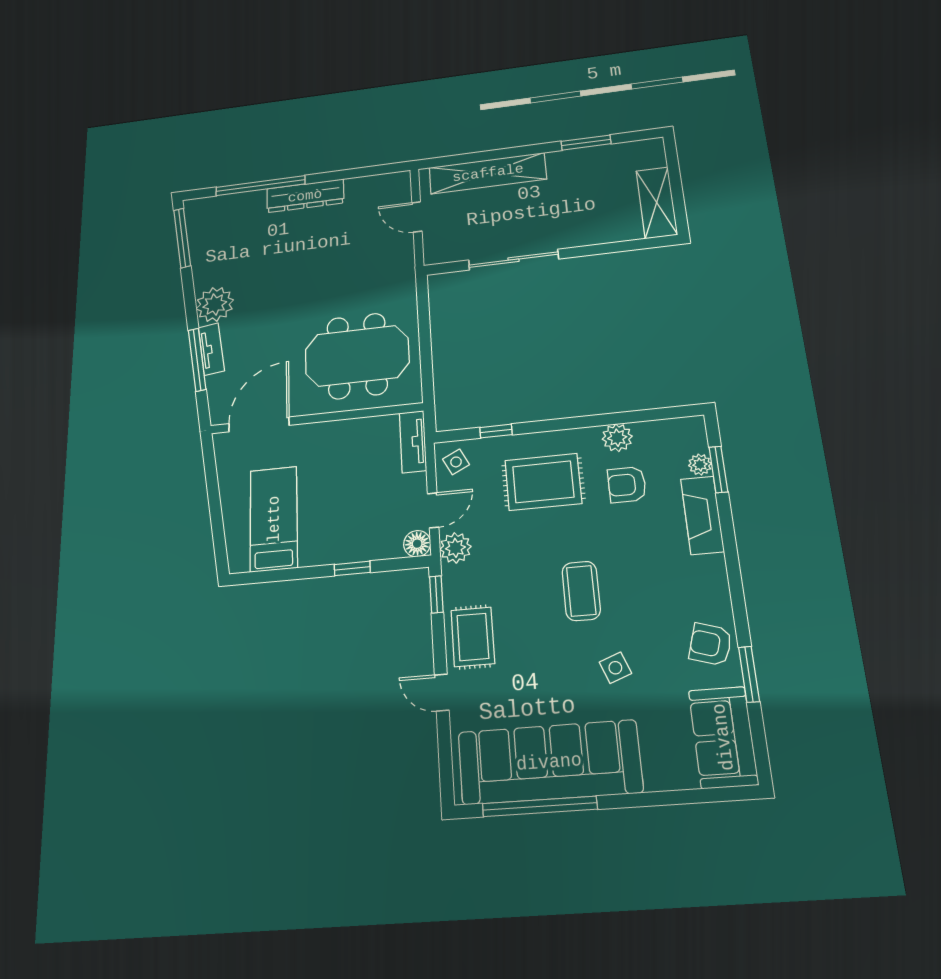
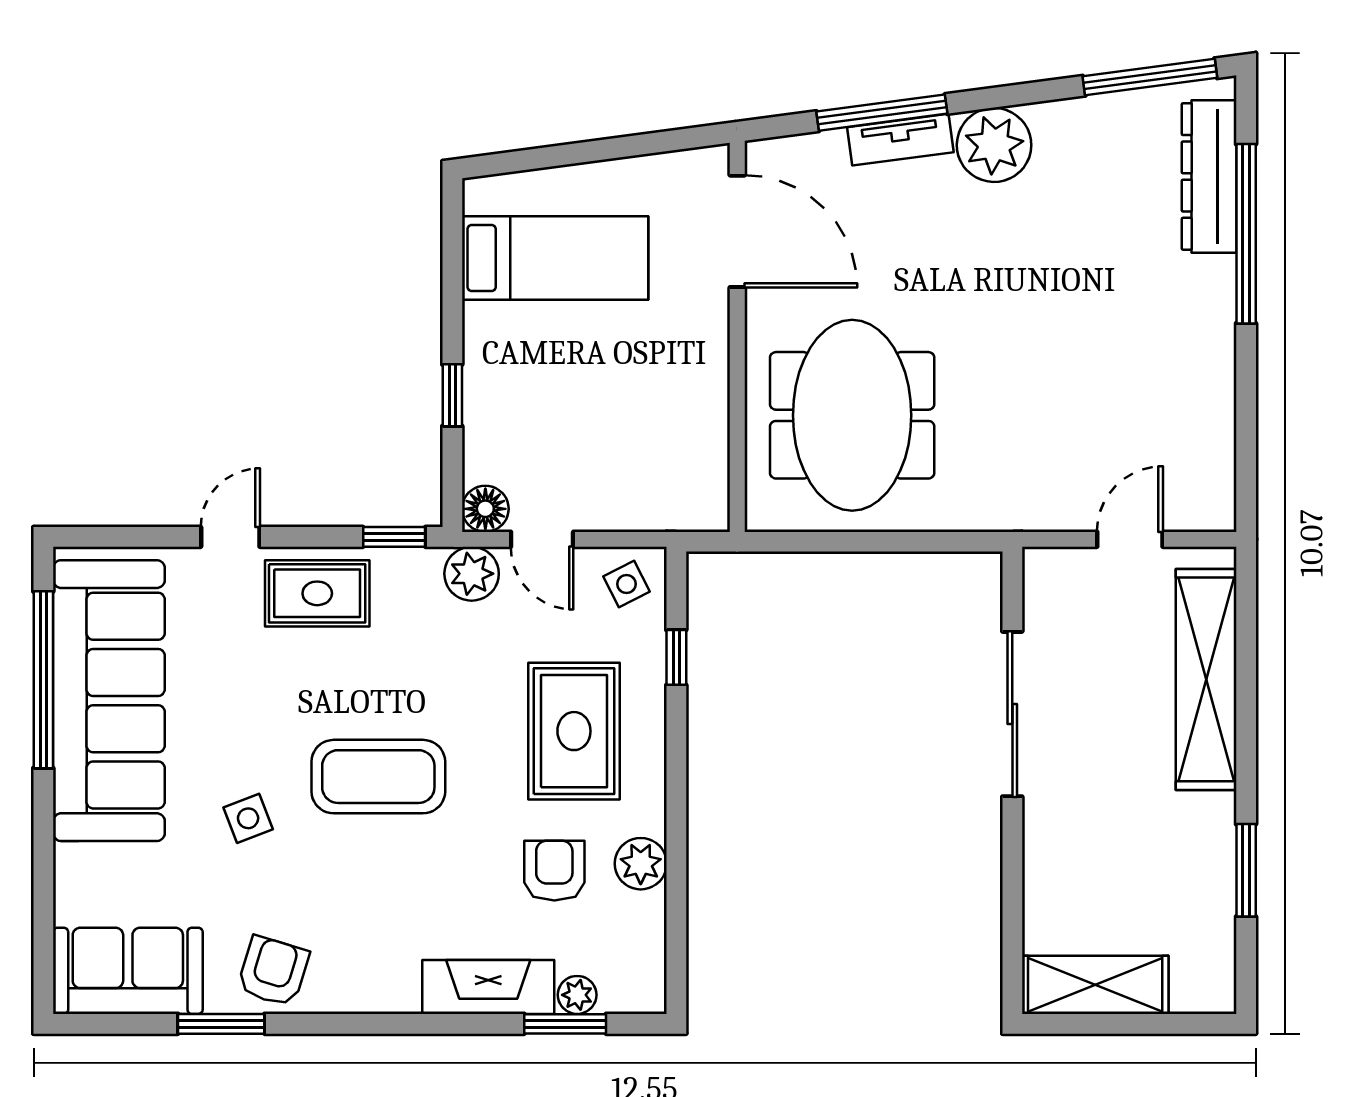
dresser: (305, 196) -> (1209, 176), moved
tv unit: (413, 442) -> (673, 510), removed
coffee table: (581, 591) -> (378, 777), width x1.36, depth x1.32

